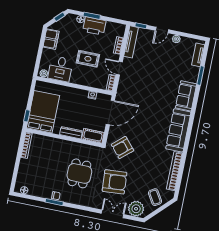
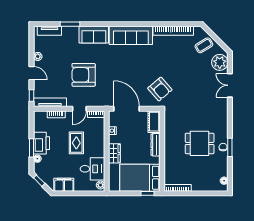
wardrobe: (71, 93) -> (114, 153), added
dining table: (79, 173) -> (200, 143), moved
armchair: (115, 182) -> (84, 75), moved, turned -86

